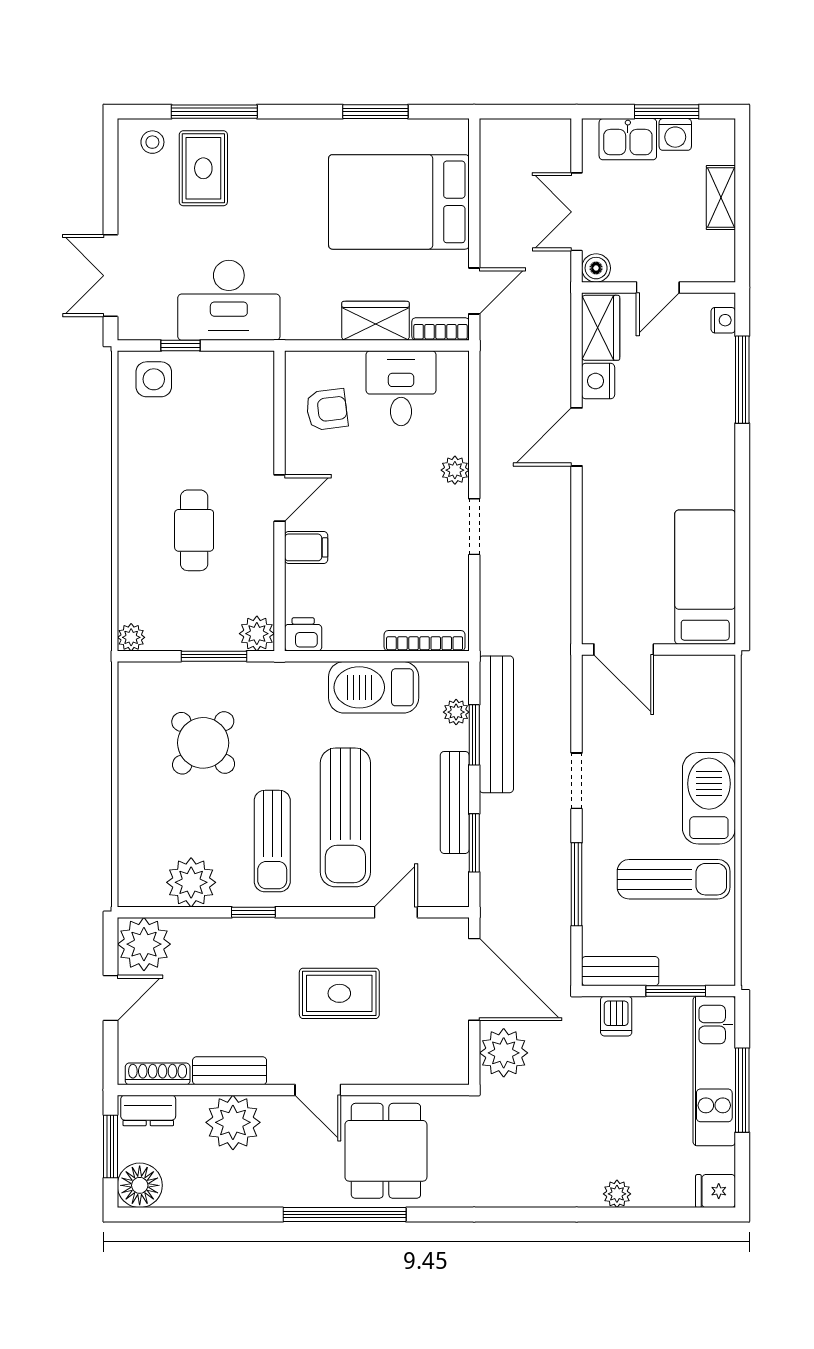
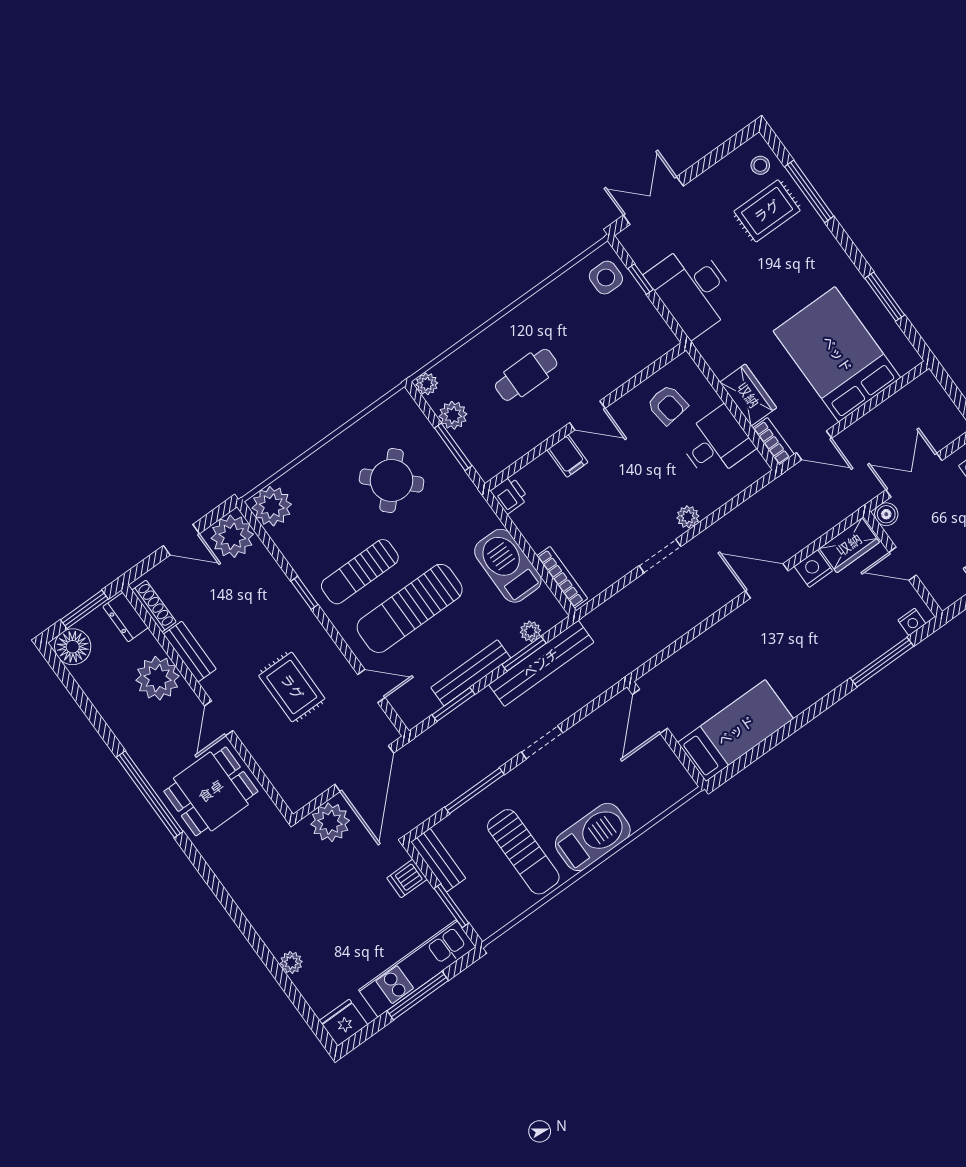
plant: (257, 634) -> (453, 415), moved
plant: (191, 882) -> (272, 506), moved
fridge: (716, 1191) -> (343, 1023), width x1.38

